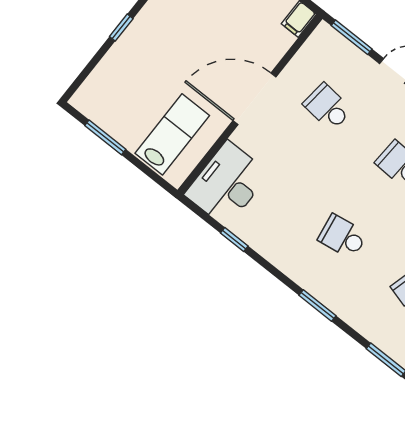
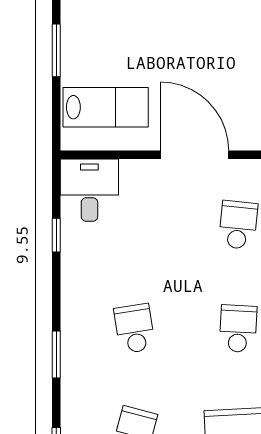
desk: (227, 184) -> (89, 190), width x0.73

